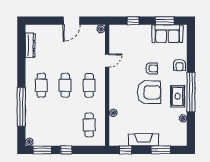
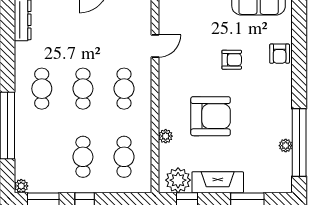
armchair: (149, 92) -> (211, 116), moved
window: (191, 92) -> (299, 142), moved
rug: (178, 96) -> (276, 107), removed
cafe table: (65, 125) -> (83, 157), added
plant: (120, 139) -> (178, 180), added

